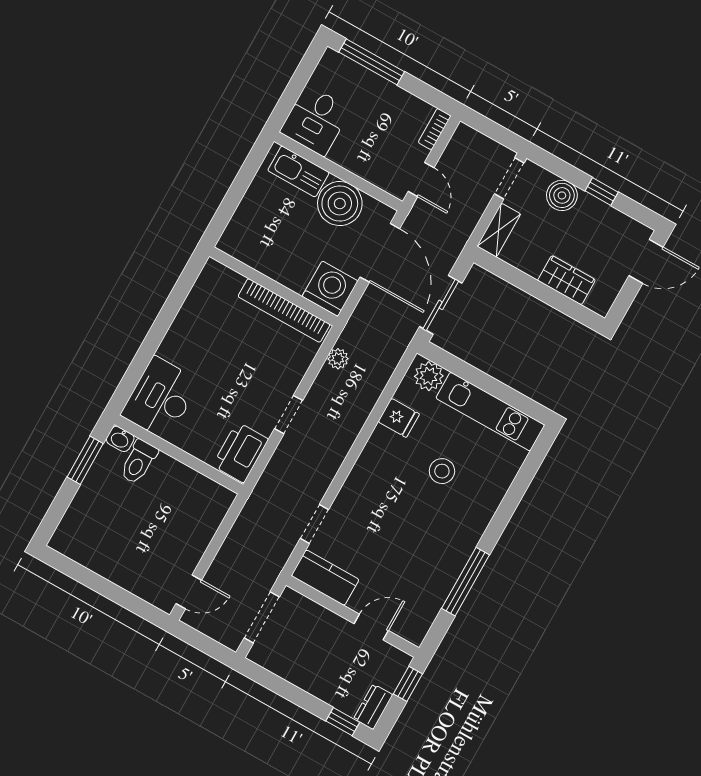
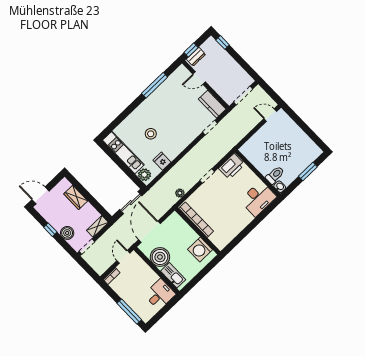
washing machine: (330, 289) -> (200, 249), moved
window: (85, 460) -> (308, 172), moved
dresser: (373, 707) -> (196, 57), moved

